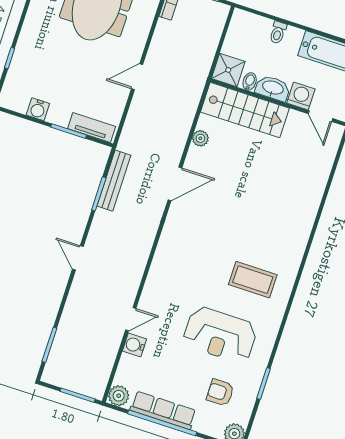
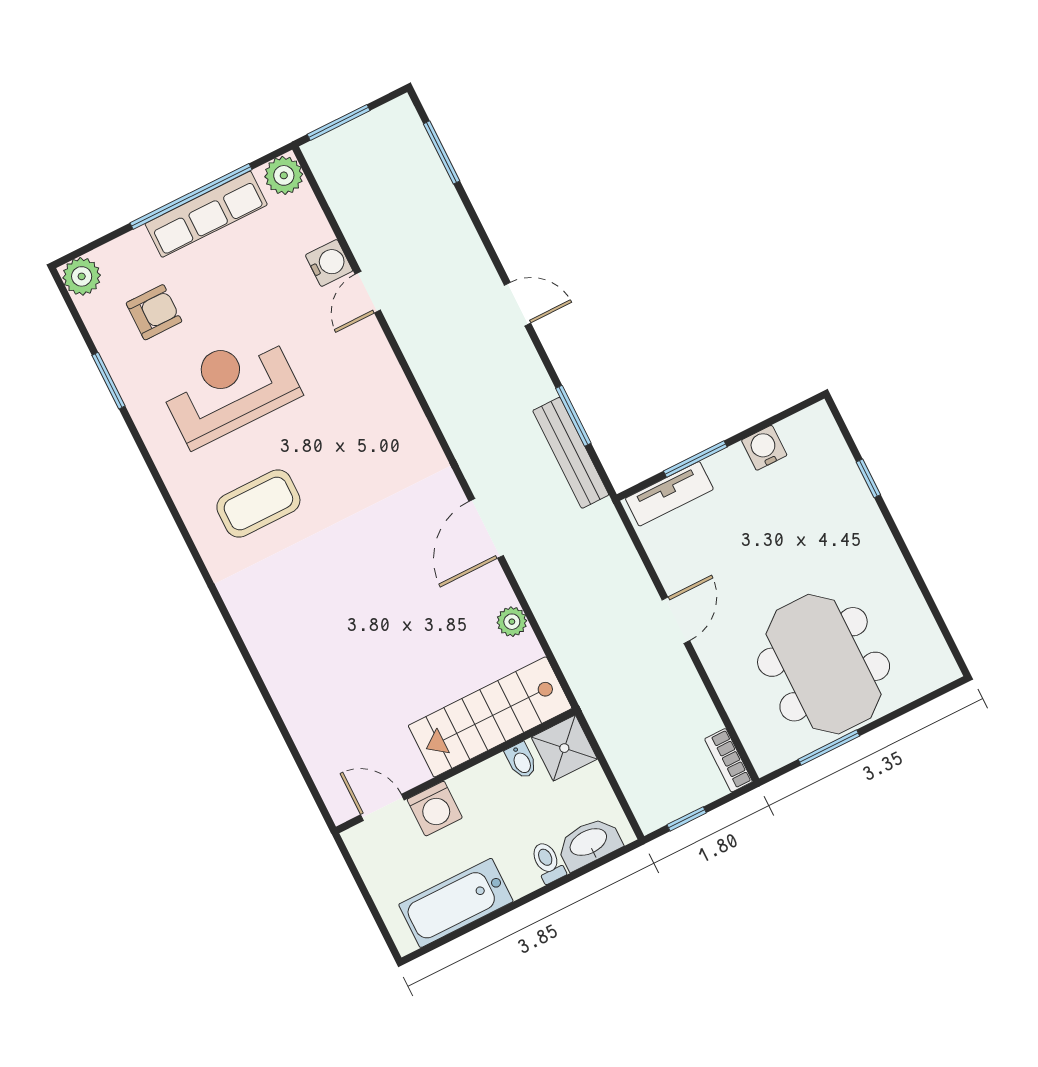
washbasin: (273, 88) -> (589, 843), moved, turned 180

